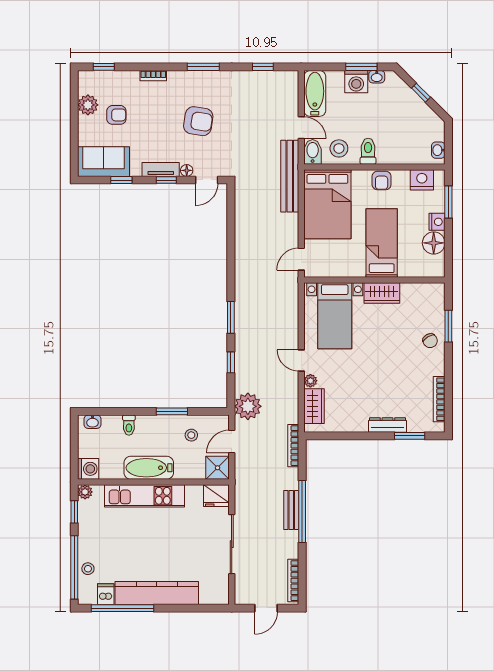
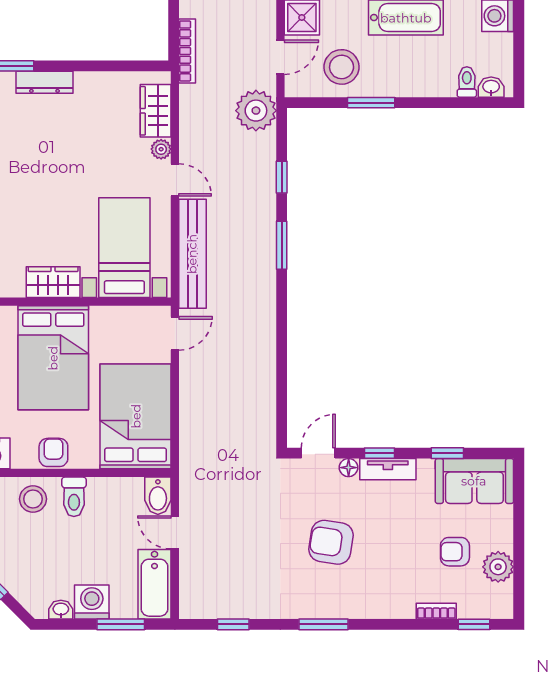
window: (361, 67) -> (121, 624), moved
bookcase: (153, 76) -> (436, 611), moved
stool: (339, 148) -> (33, 499), moved
bench: (290, 176) -> (192, 254), moved
bed: (382, 243) -> (53, 358), width x1.50
toilet: (129, 425) -> (467, 82), moved
stool: (191, 435) -> (342, 67), width x1.89, depth x1.89

